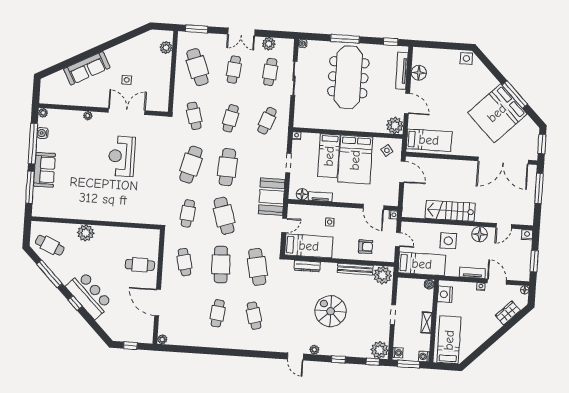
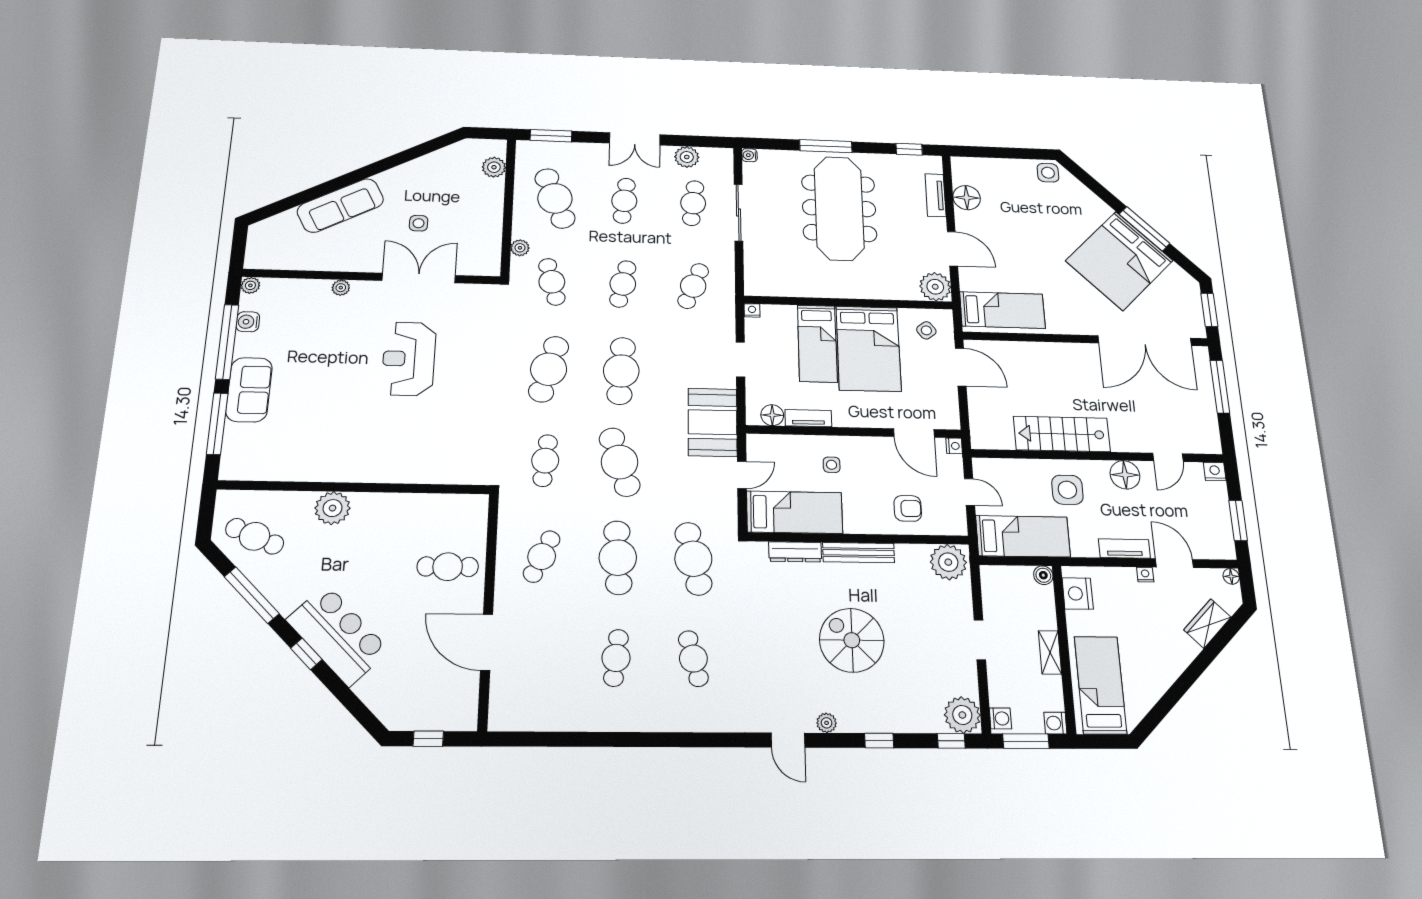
tv unit: (402, 71) -> (935, 195), width x0.71
cafe table: (184, 262) -> (542, 556), turned 36
bench: (355, 269) -> (859, 553), moved
plant: (162, 339) -> (520, 248), moved

